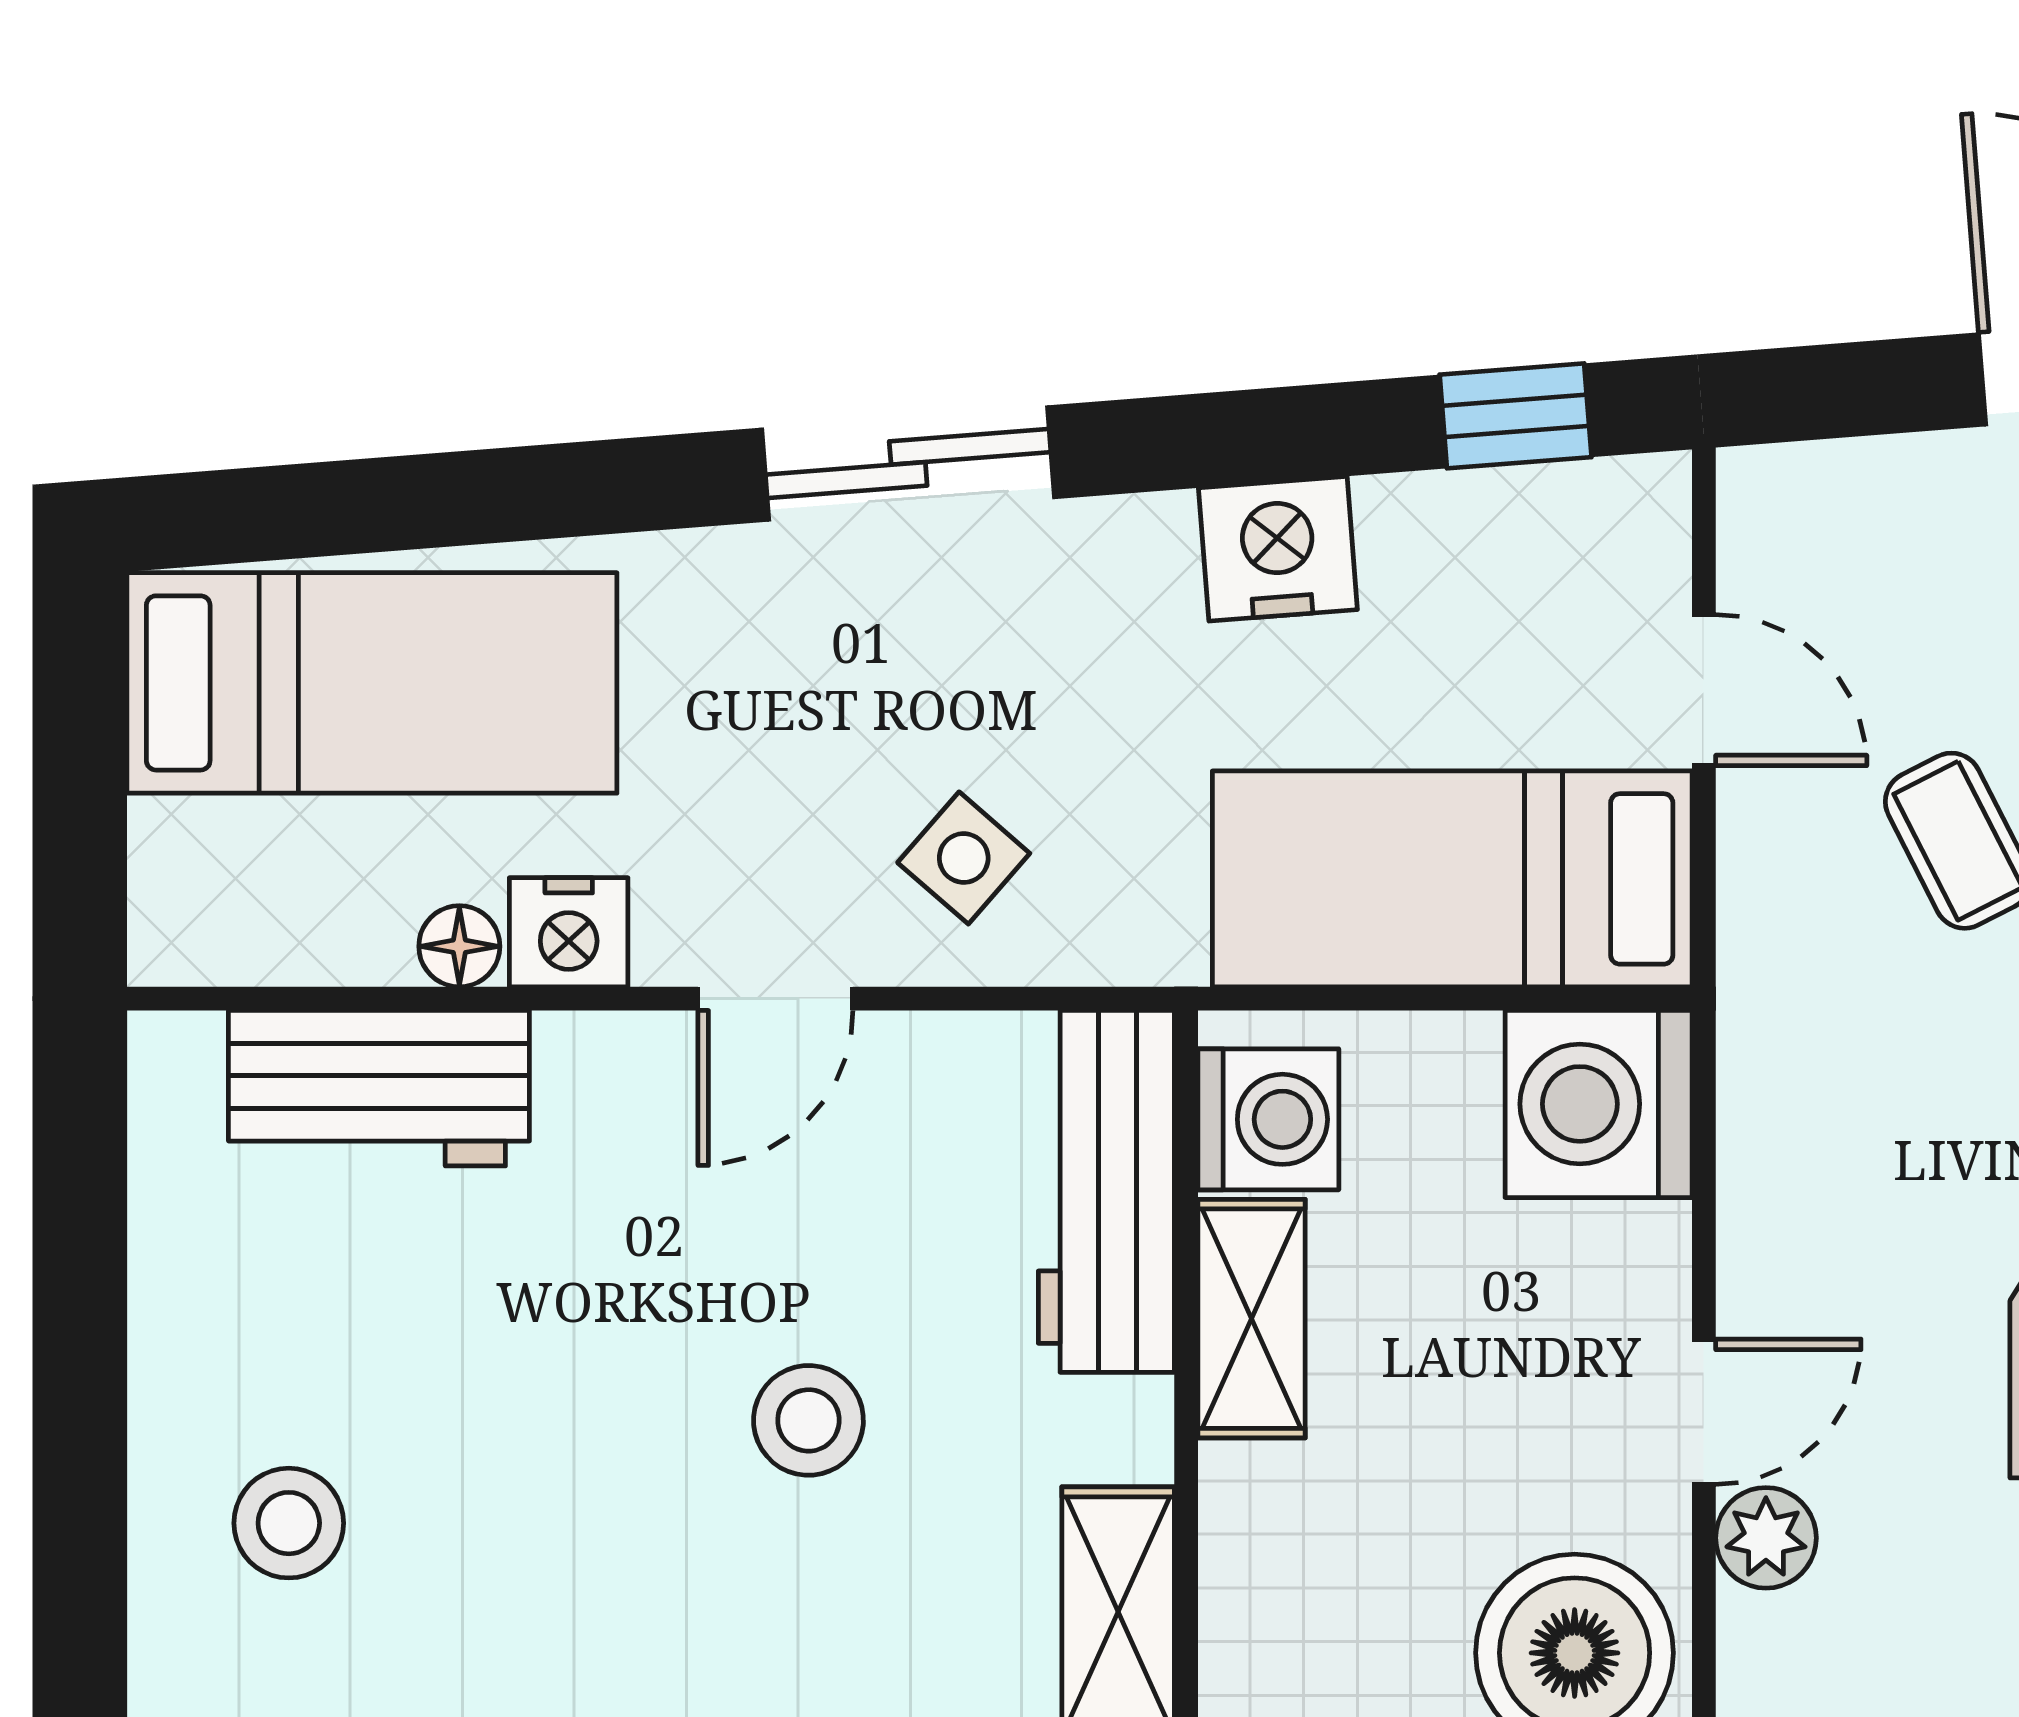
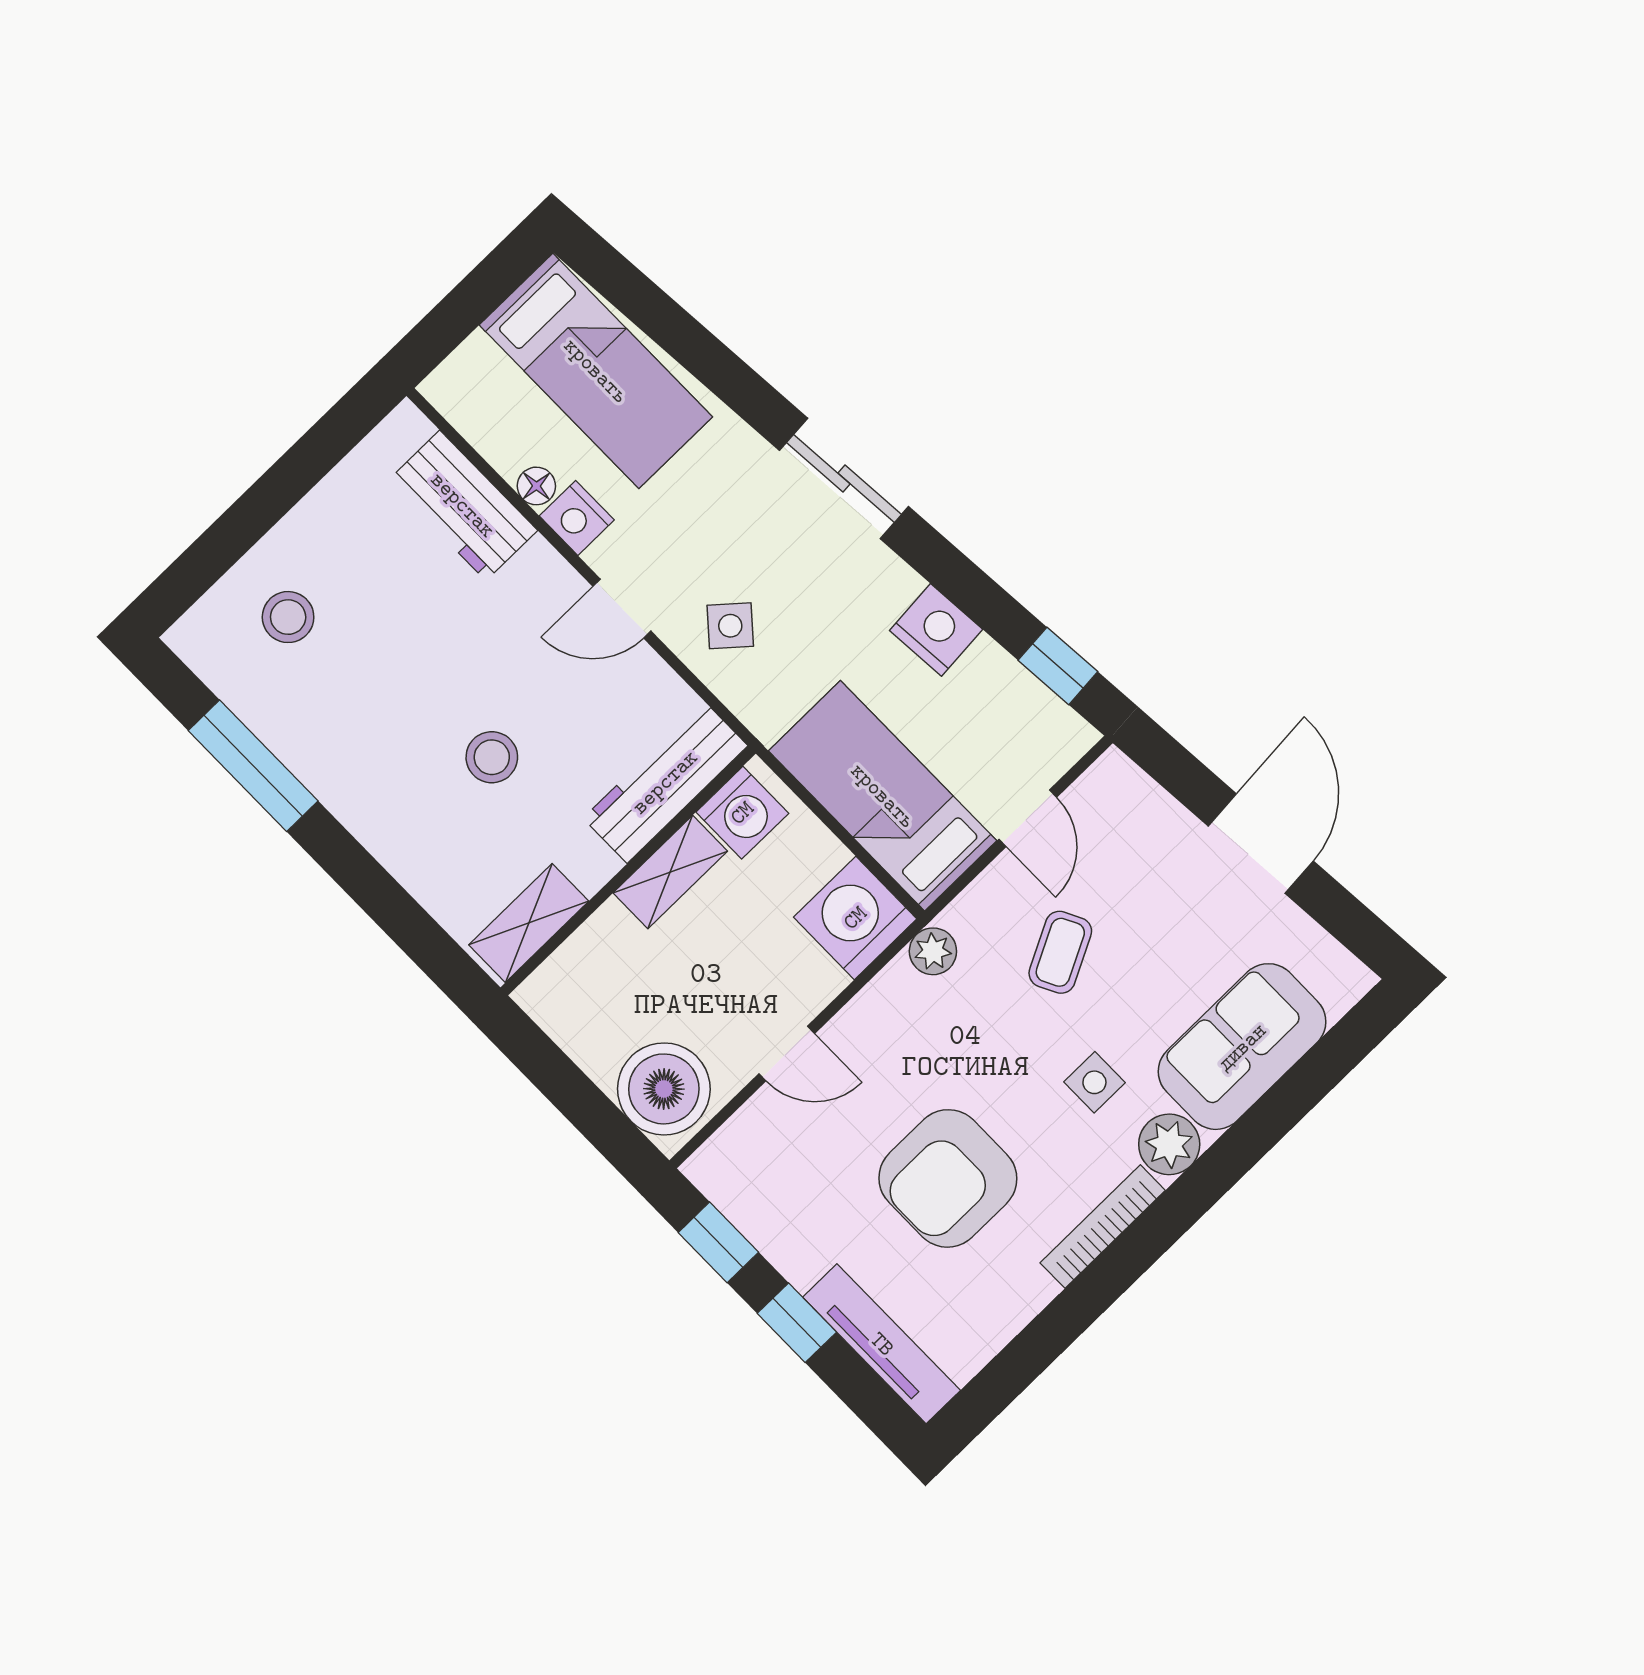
plant: (1766, 1538) -> (933, 951), moved

